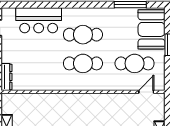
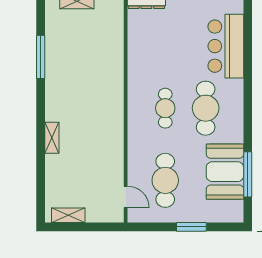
booth: (152, 29) -> (225, 172), moved, turned 90
cafe table: (83, 63) -> (165, 108), width x0.73, depth x0.74

